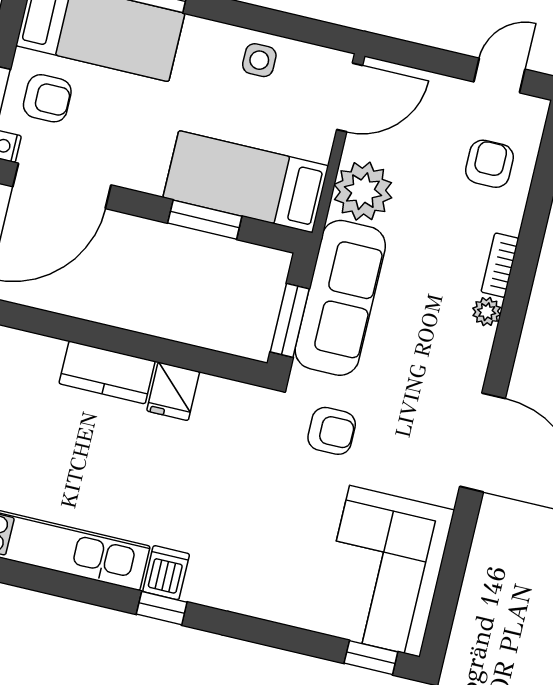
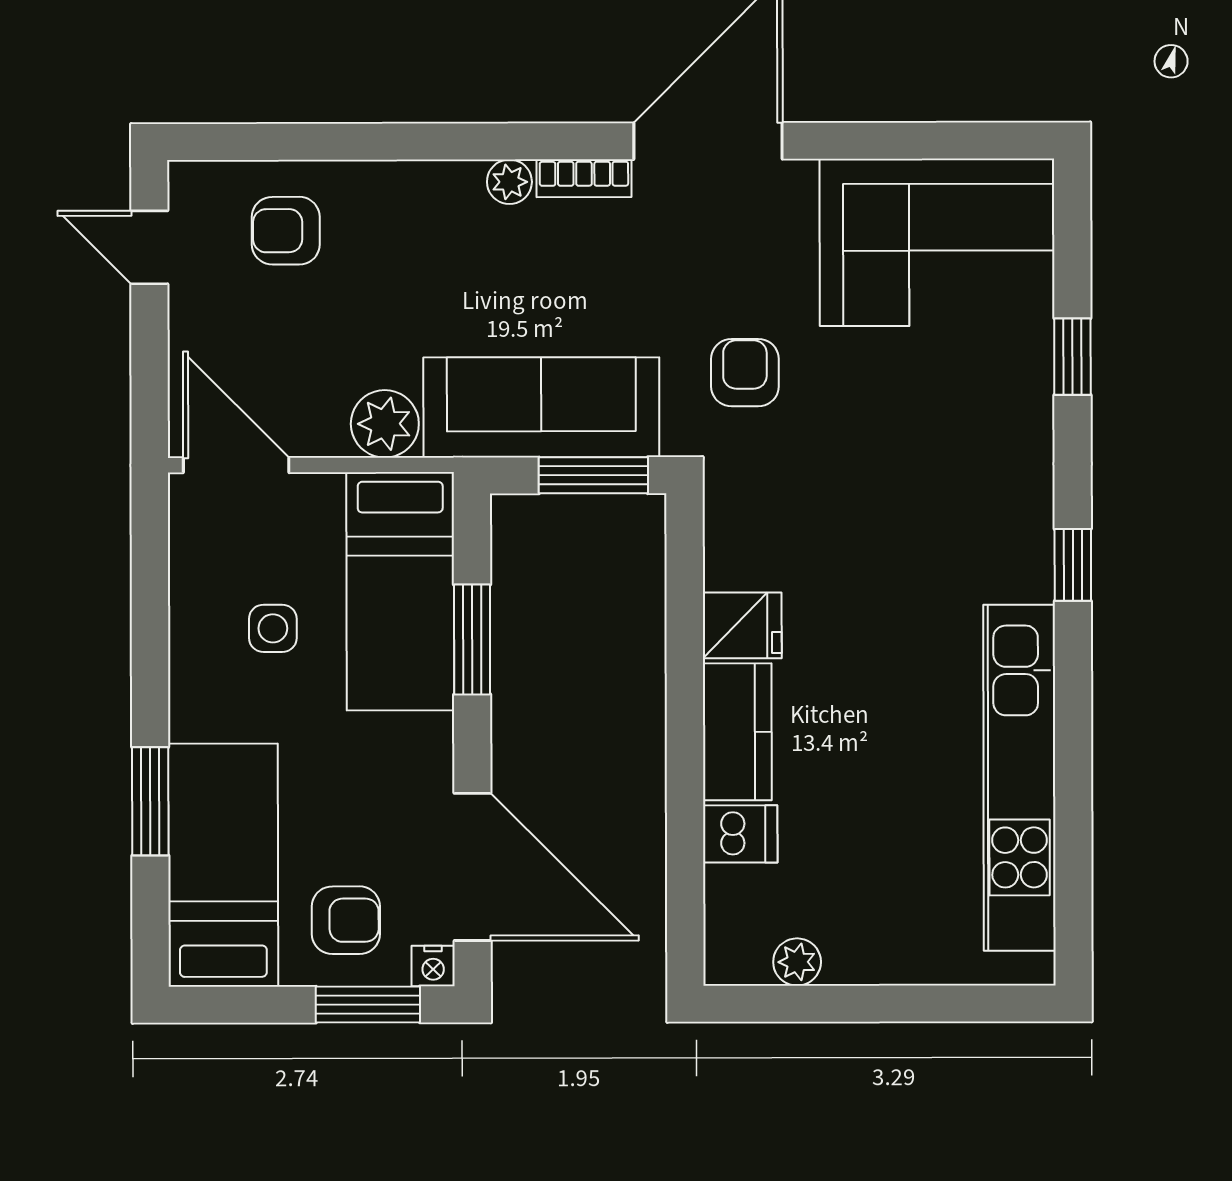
side table: (259, 60) -> (273, 628), moved
armchair: (47, 98) -> (346, 920), turned 90
plant: (363, 191) -> (385, 424), width x0.73, depth x0.73
bookcase: (500, 265) -> (584, 178), moved
dishwasher: (166, 573) -> (740, 834), moved, turned 180
window: (371, 658) -> (1072, 357), moved

